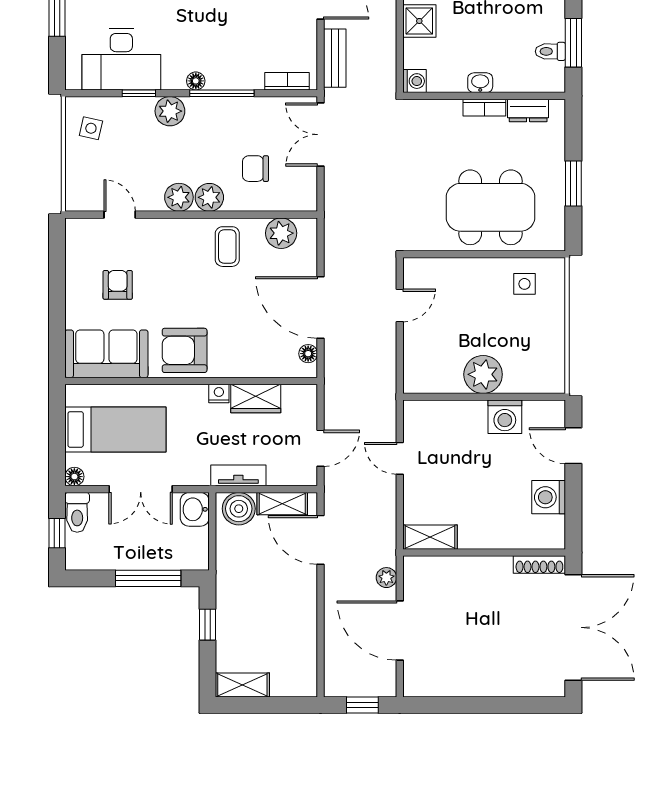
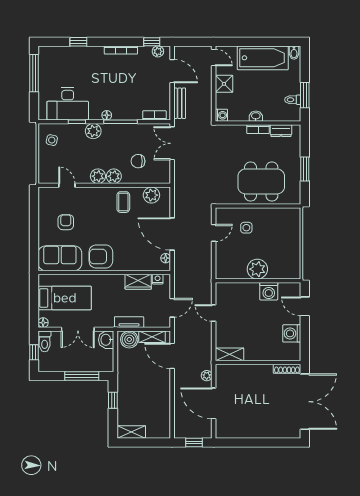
side table: (524, 284) -> (246, 228), moved
nightstand: (219, 394) -> (158, 279), moved

